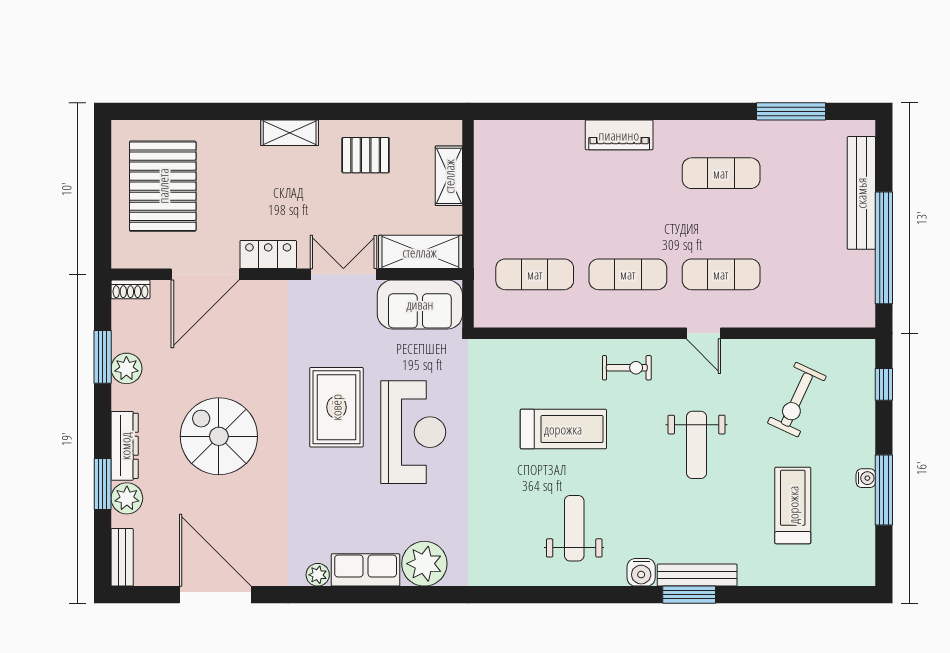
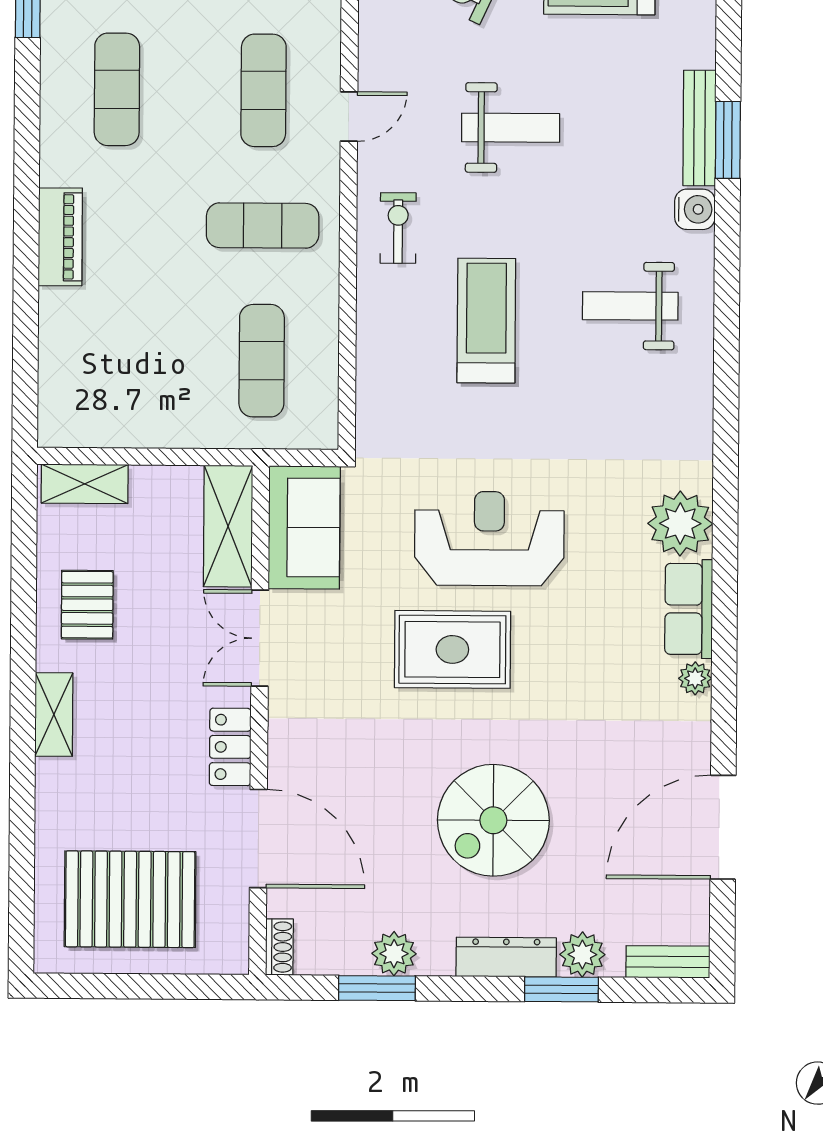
shelving: (449, 176) -> (85, 484), moved
exercise mat: (628, 274) -> (263, 226), turned 90

